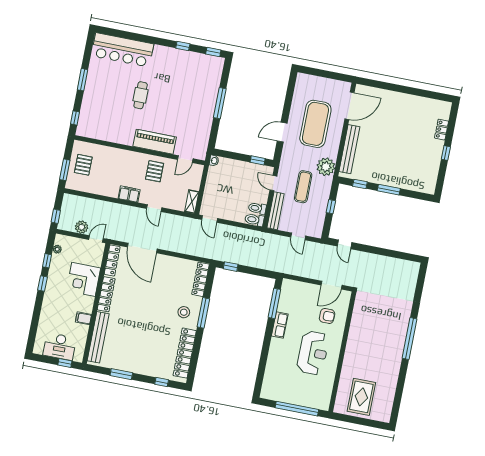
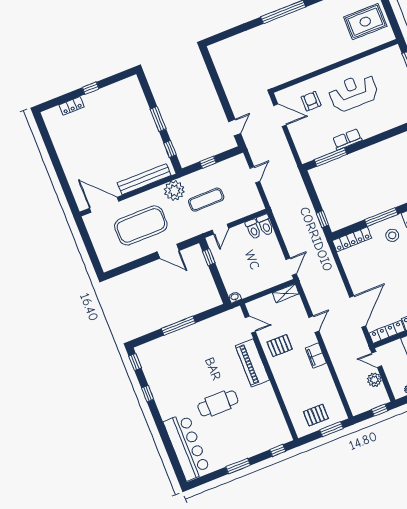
cafe table: (141, 95) -> (218, 403), width x1.37, depth x1.35
bench: (276, 211) -> (245, 211), removed

